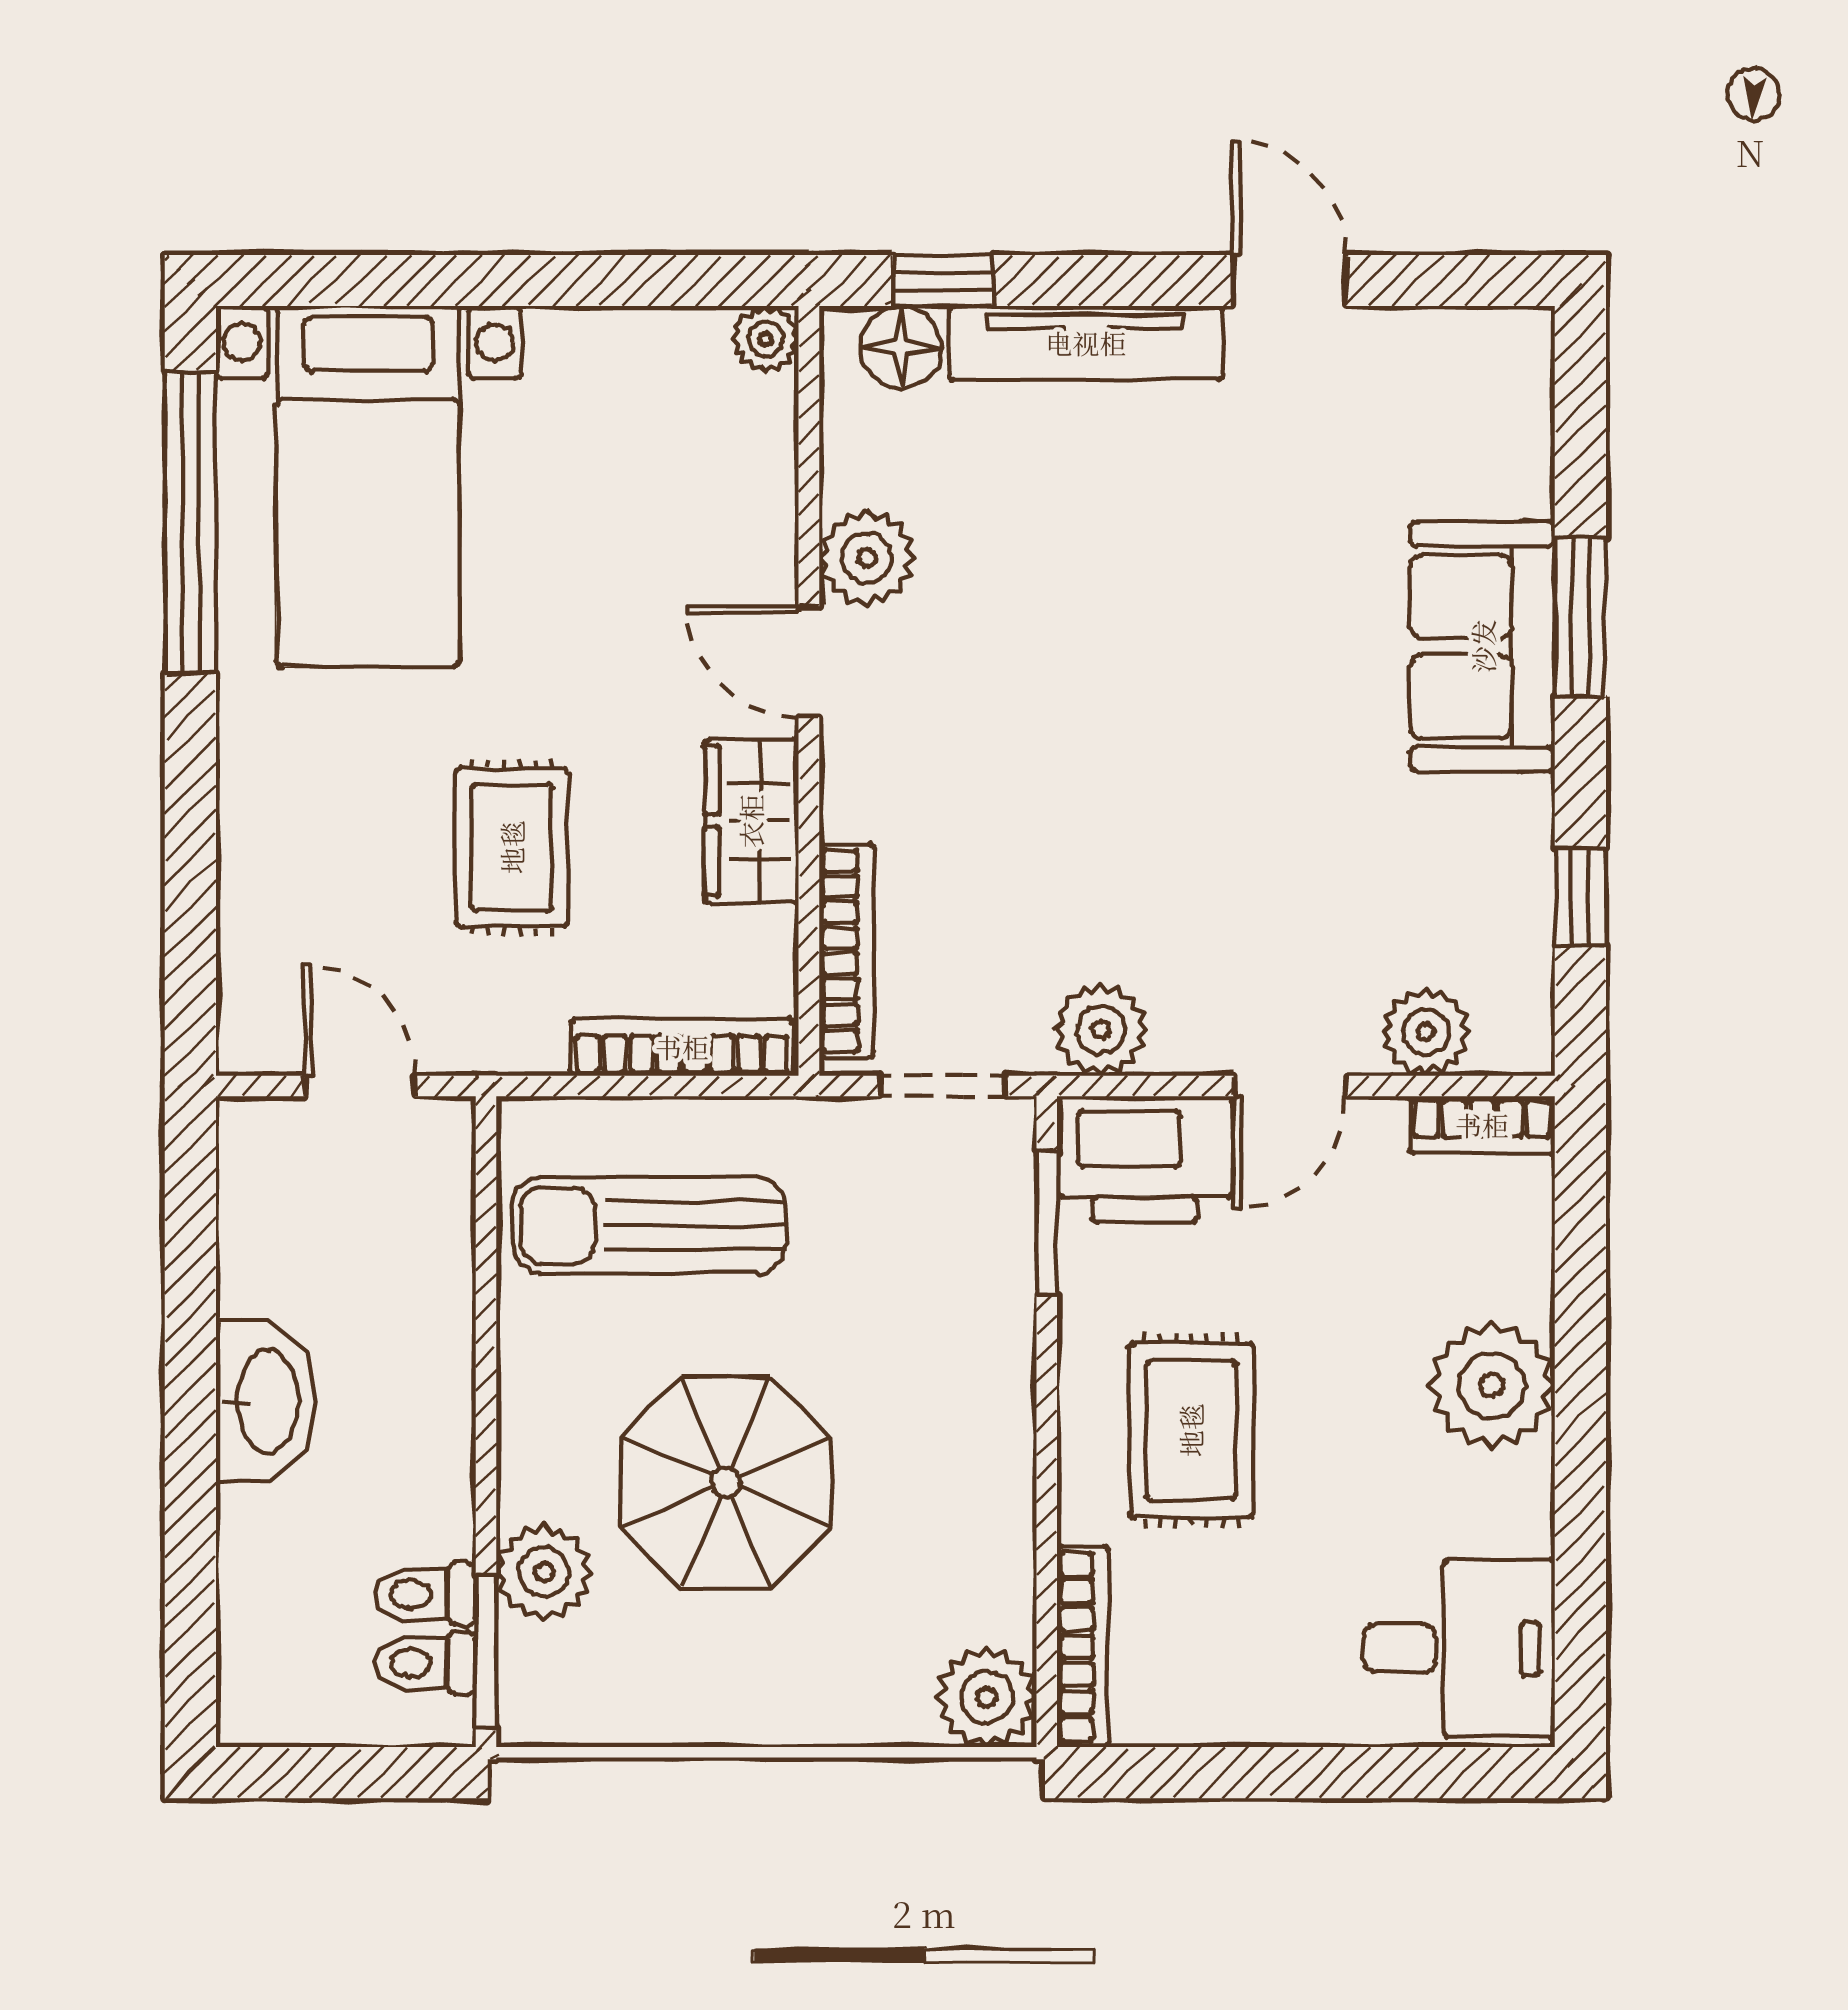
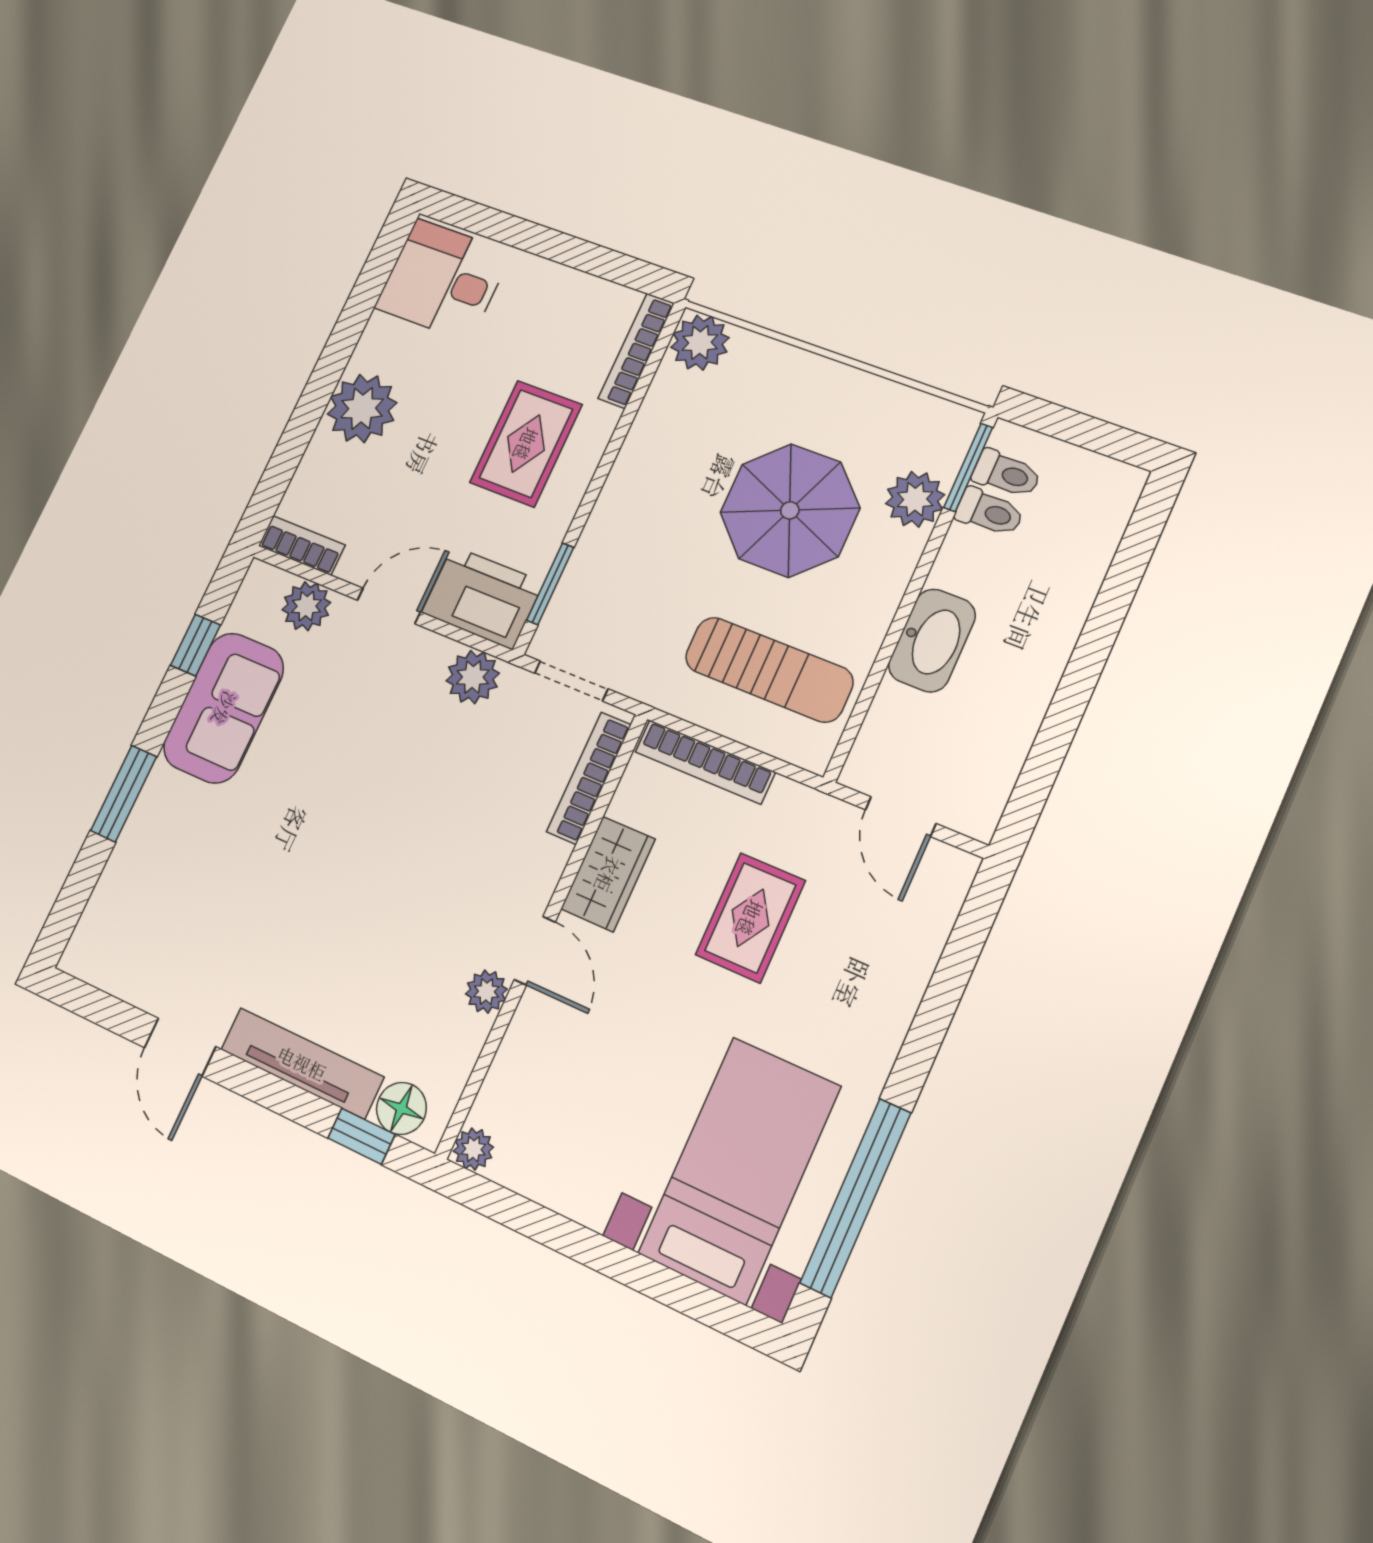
plant: (867, 558) -> (486, 992), width x0.73, depth x0.73
sofa: (1483, 646) -> (224, 708), moved
washbasin: (265, 1401) -> (932, 640), moved, turned 180

